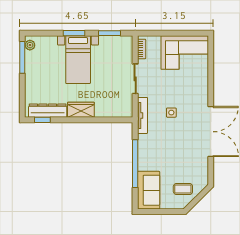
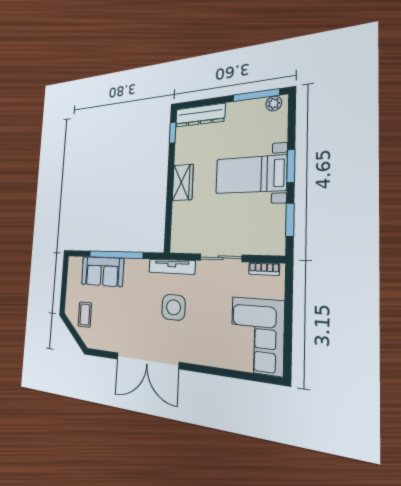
dresser: (48, 111) -> (200, 115), moved, turned 90
side table: (171, 113) -> (174, 307), width x1.87, depth x1.87
sofa: (149, 190) -> (102, 271), moved

